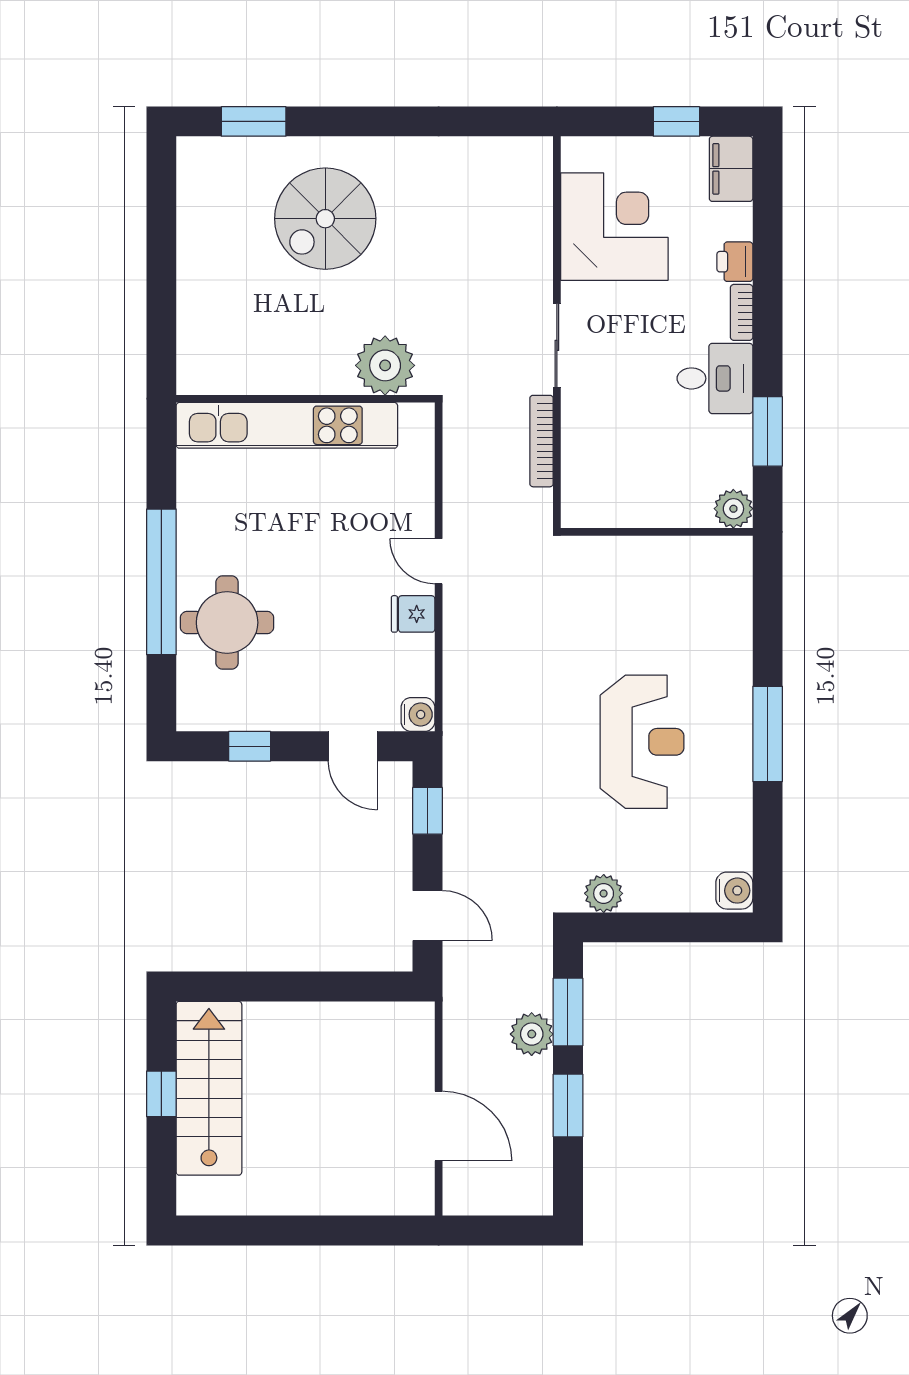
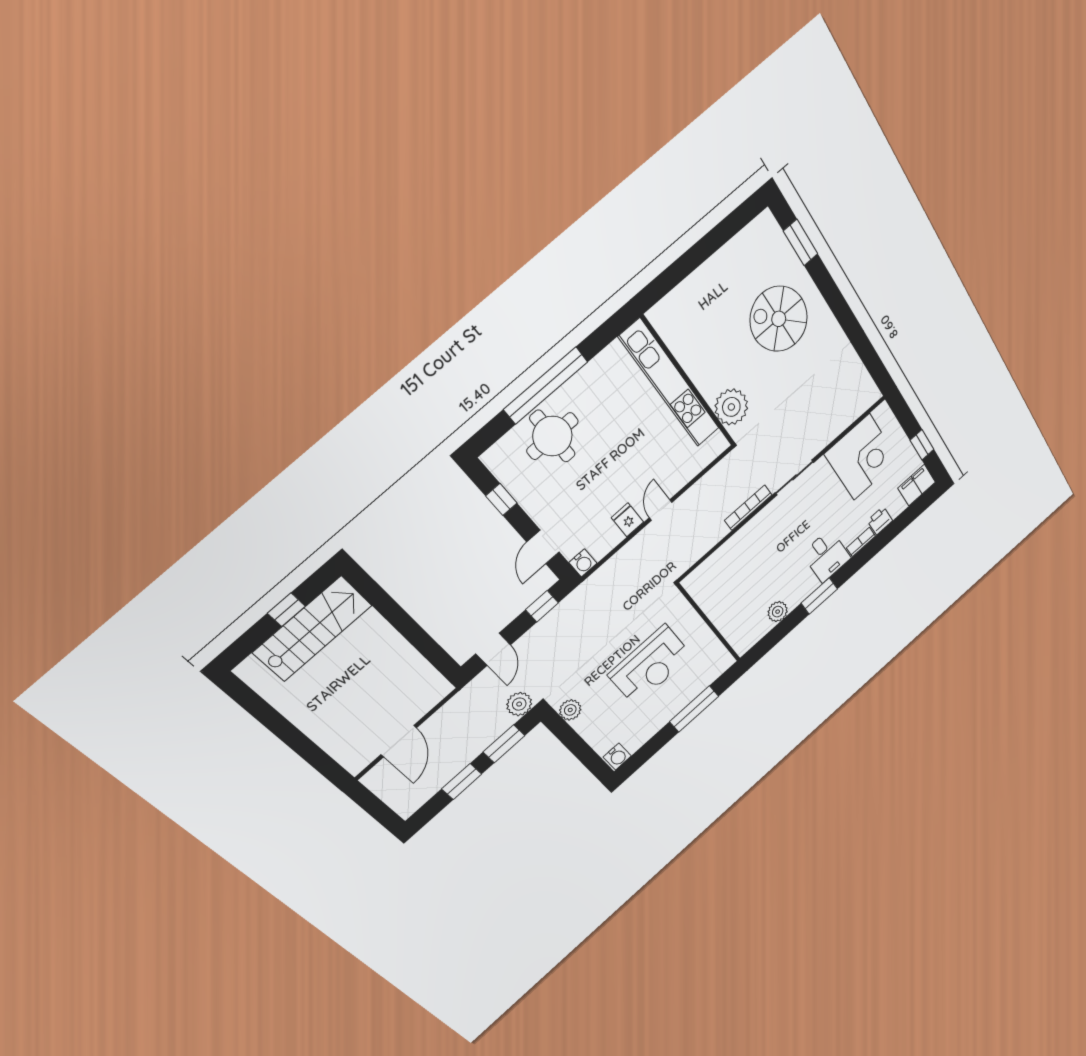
wall: (657, 532) -> (709, 623), moved
plant: (532, 1034) -> (519, 704), moved

